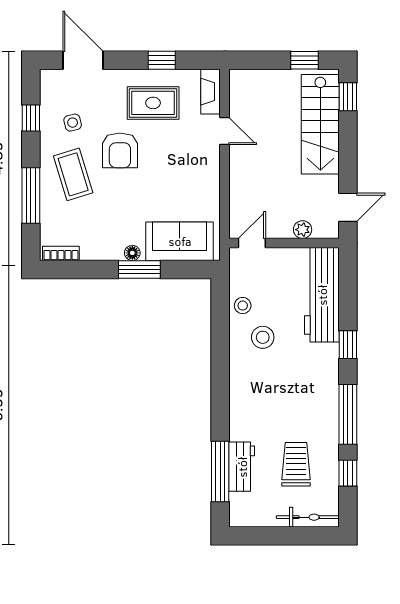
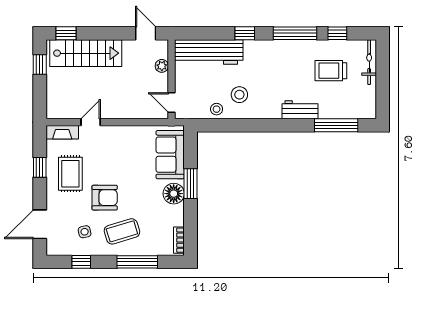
floor lamp: (132, 253) -> (174, 194), width x1.89, depth x1.89
workbench: (242, 467) -> (300, 110), moved

